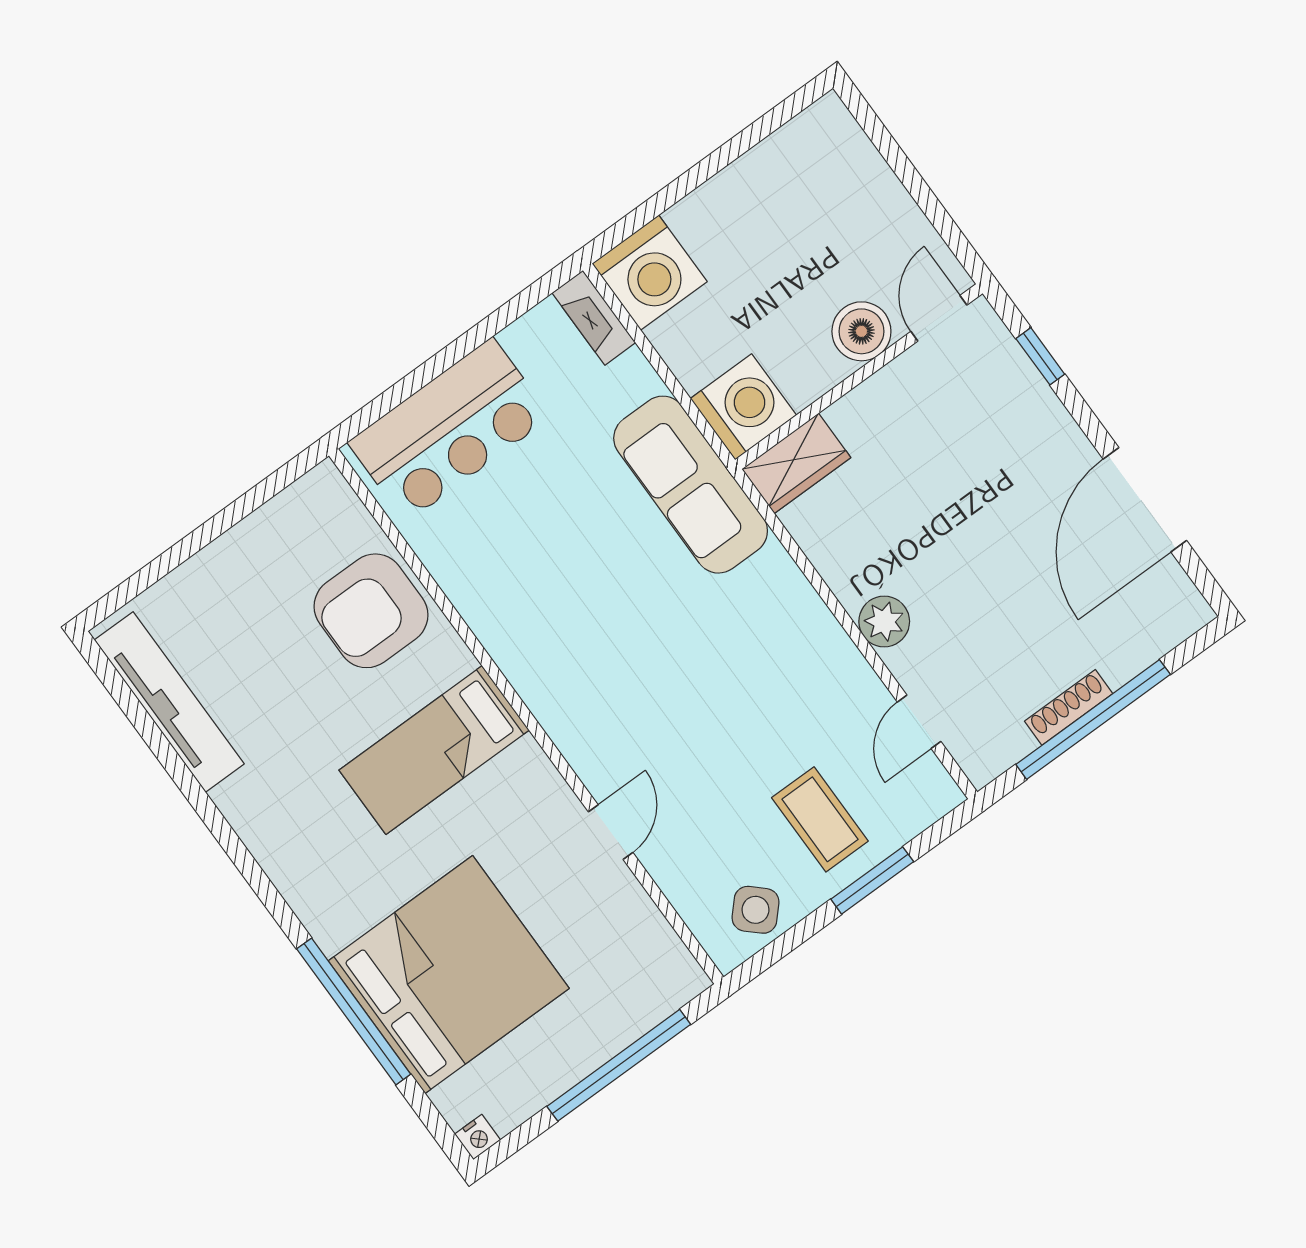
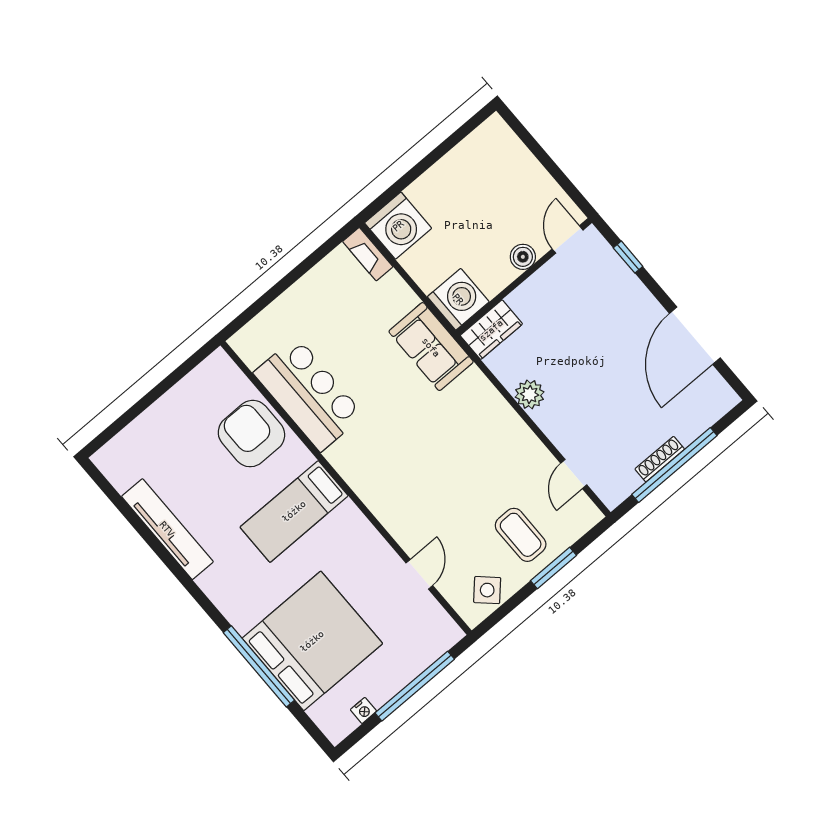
boiler: (861, 331) -> (523, 257), width x0.73, depth x0.73
bar counter: (449, 430) -> (309, 394), moved, turned -90
sofa: (691, 485) -> (431, 347), width x0.73
armchair: (371, 611) -> (251, 434), turned 90
plant: (884, 621) -> (530, 394), moved
tv unit: (169, 702) -> (167, 529), moved
door: (611, 832) -> (419, 574), moved
nightstand: (478, 1137) -> (363, 710), moved

